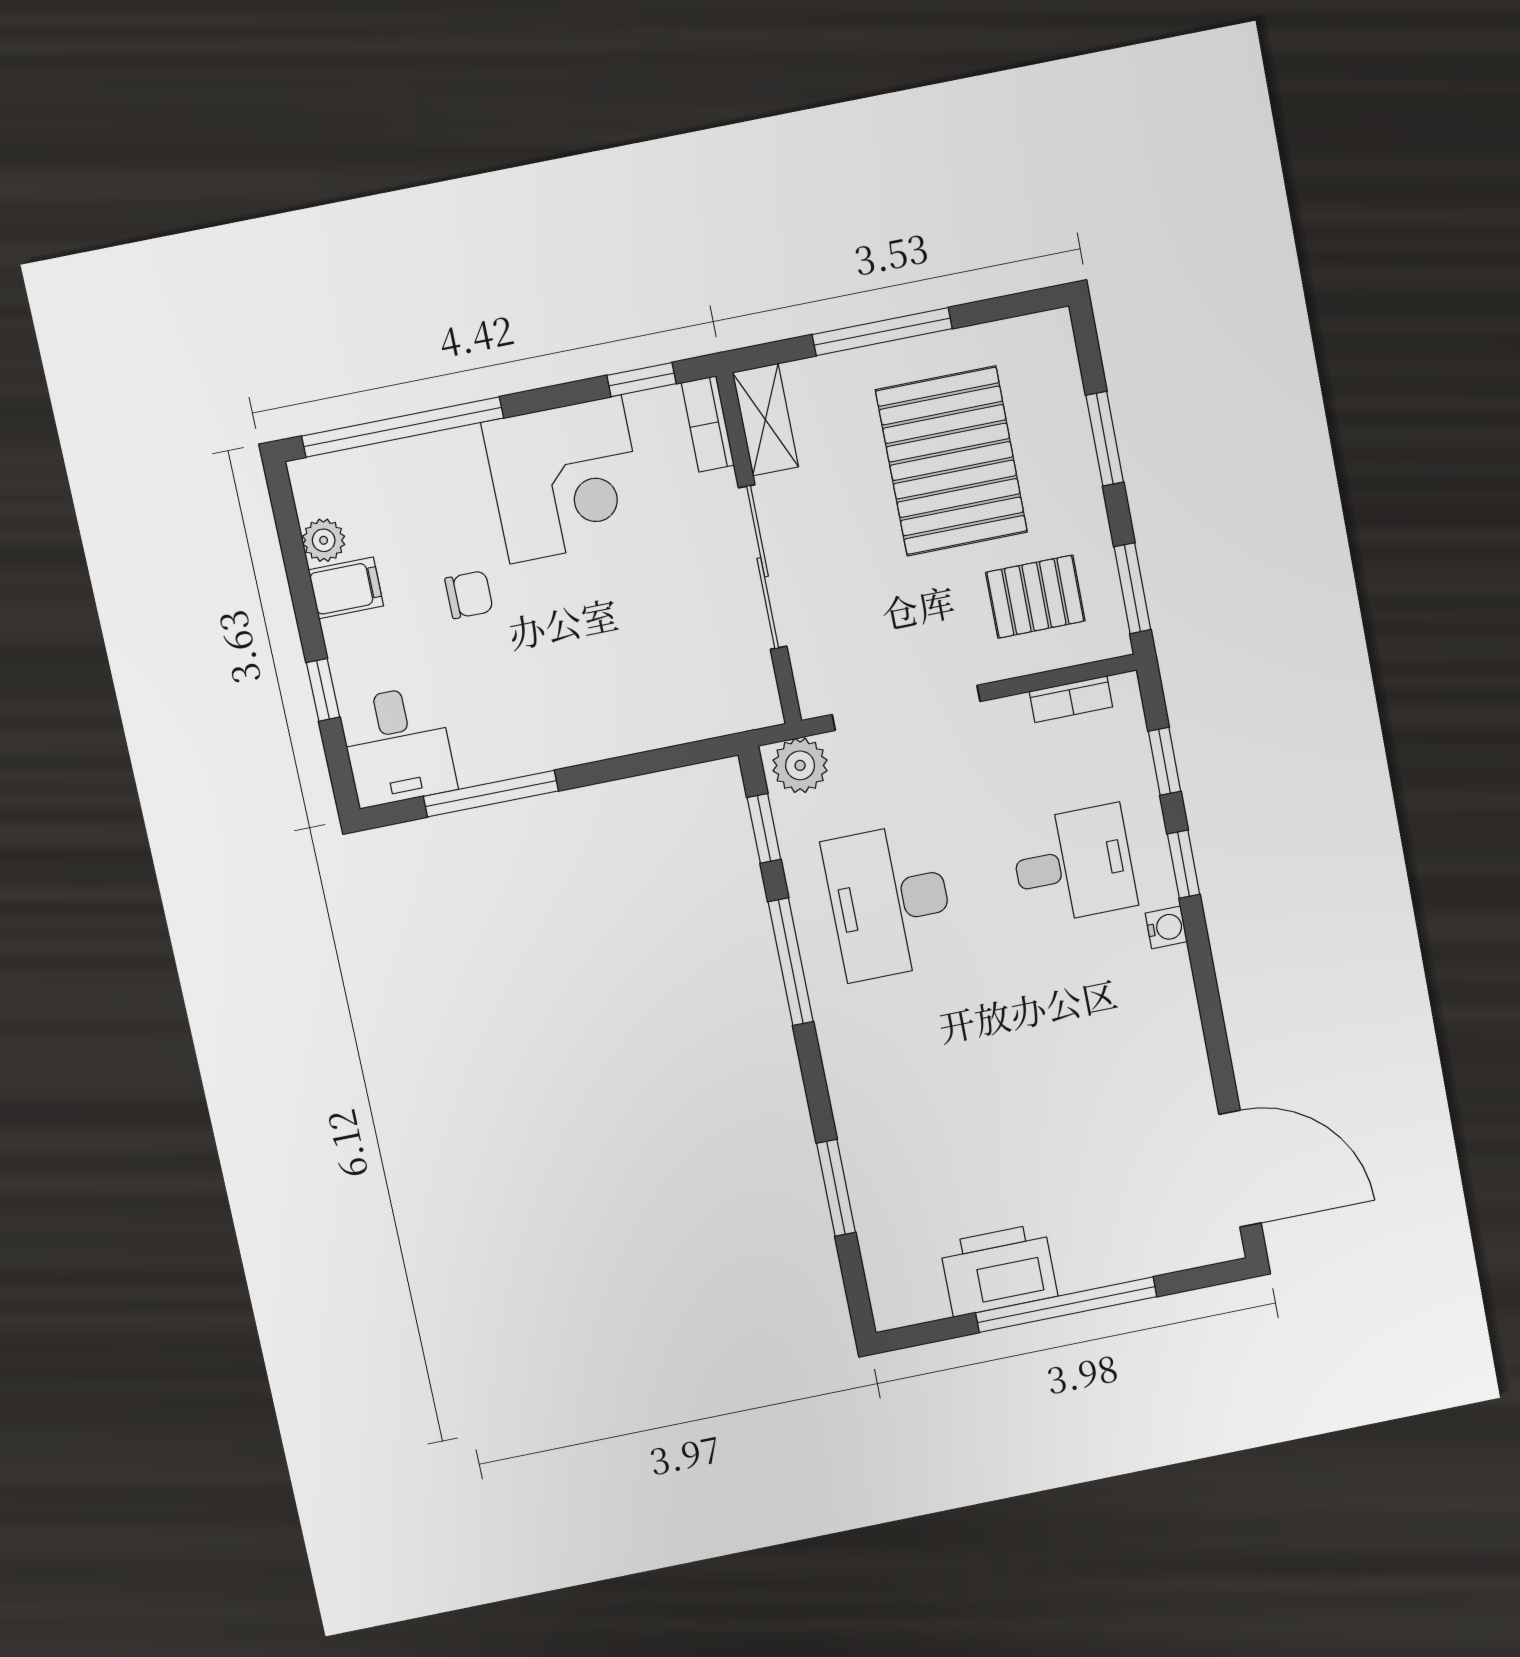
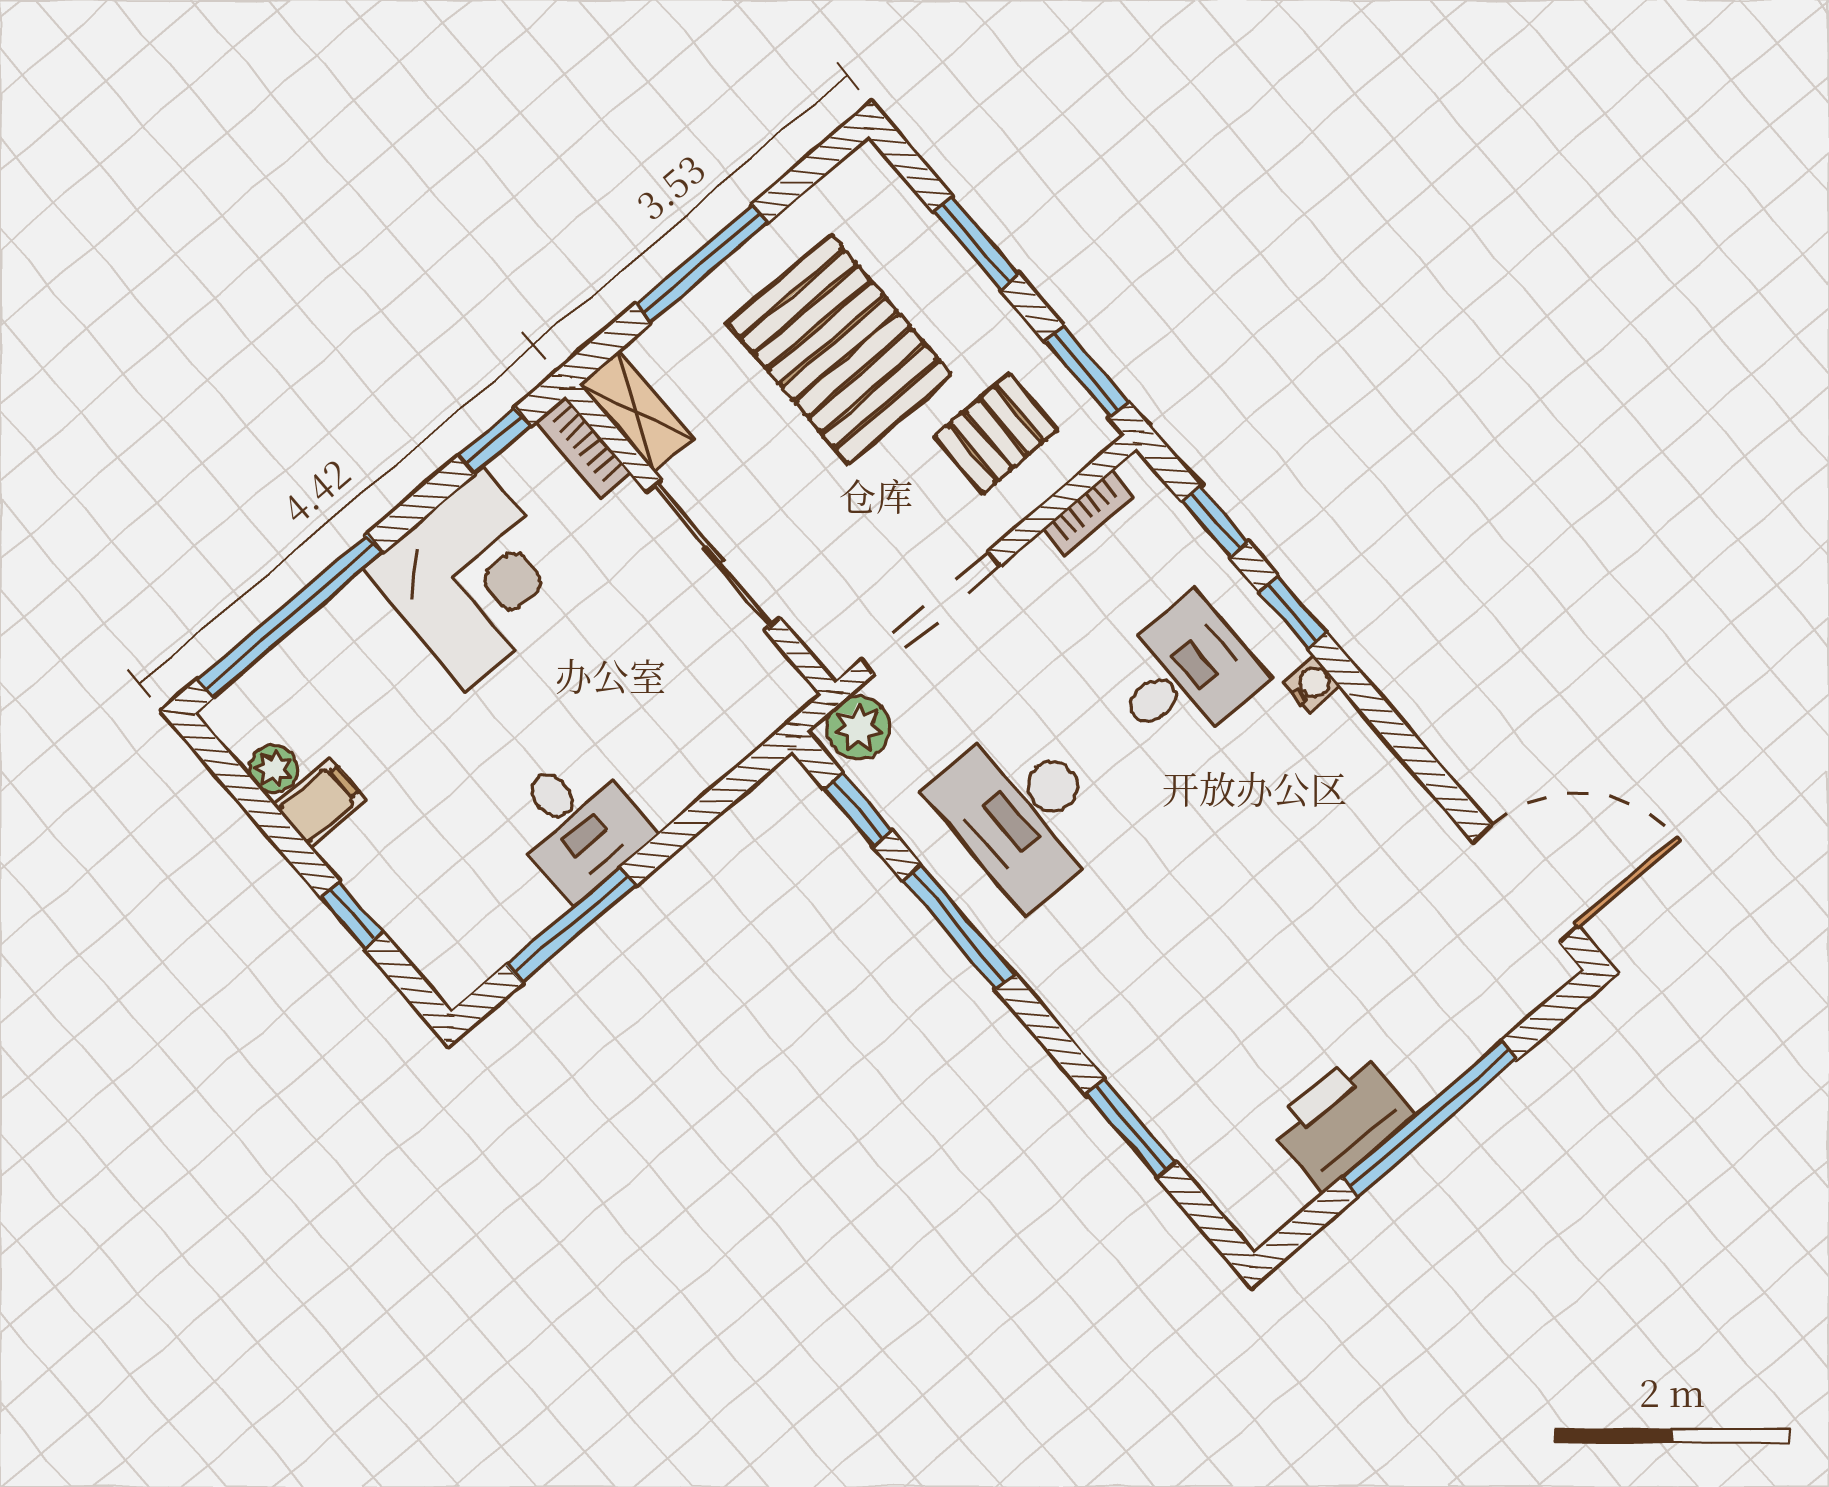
chair: (469, 595) -> (443, 742), removed
desk: (398, 746) -> (576, 824), moved

